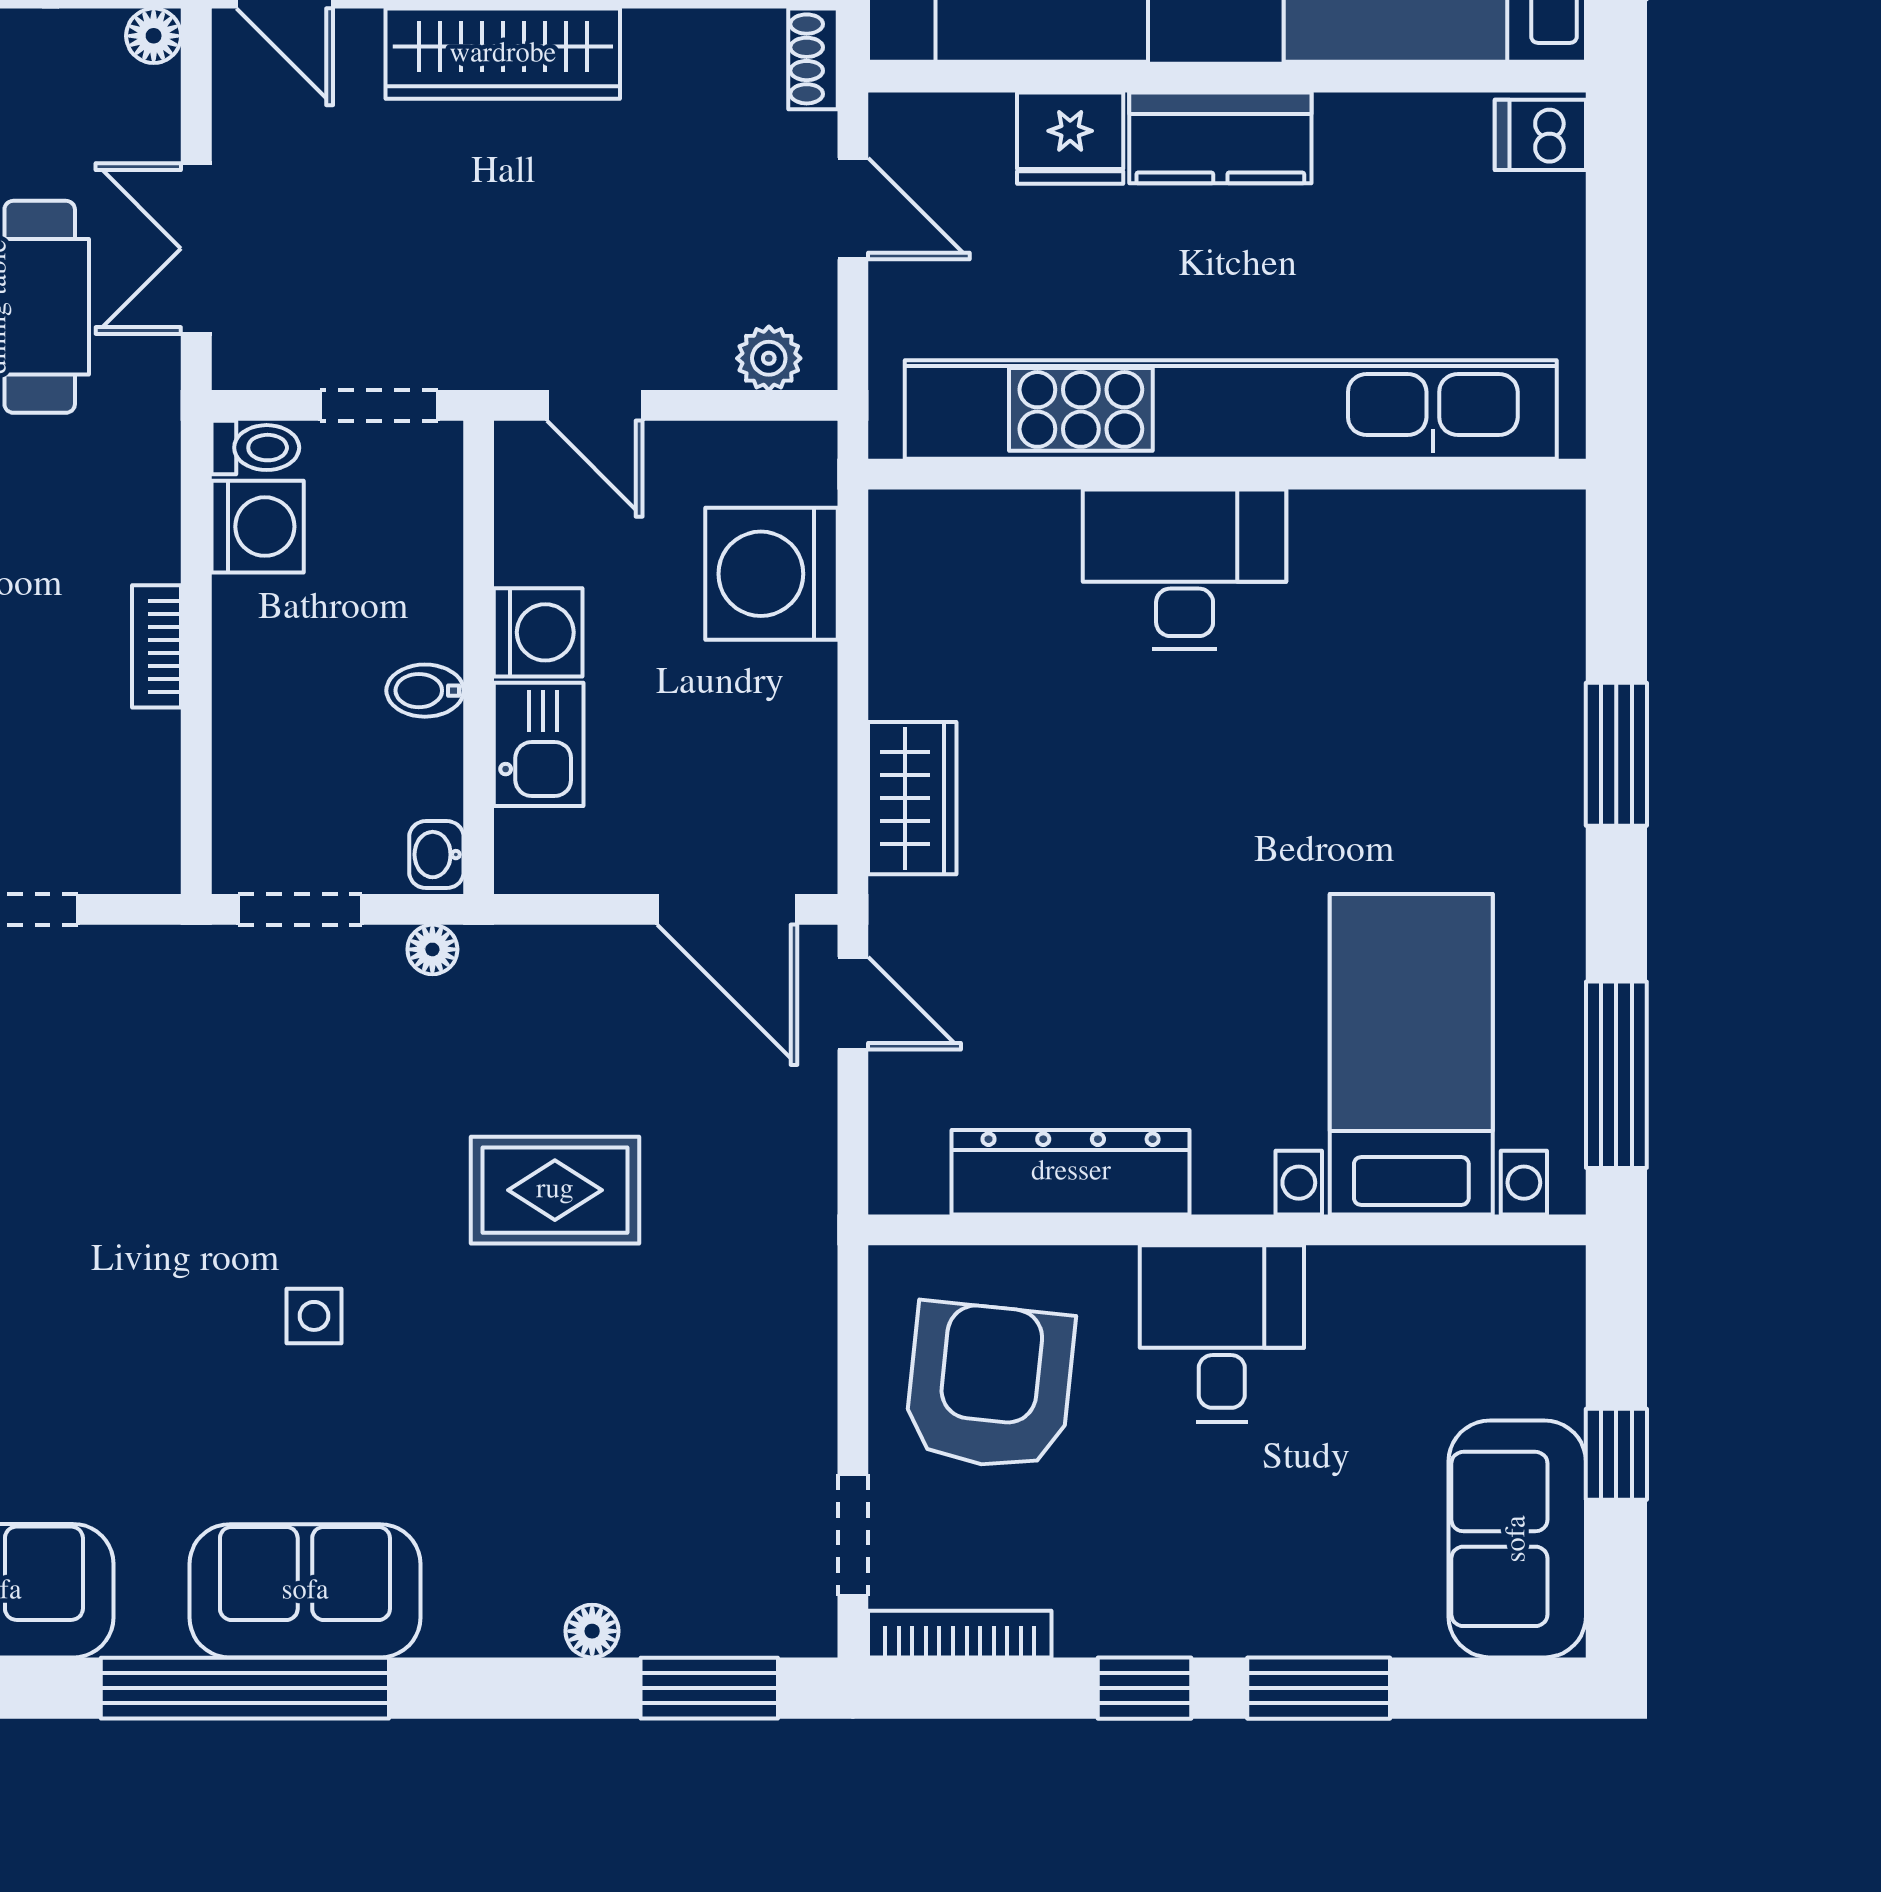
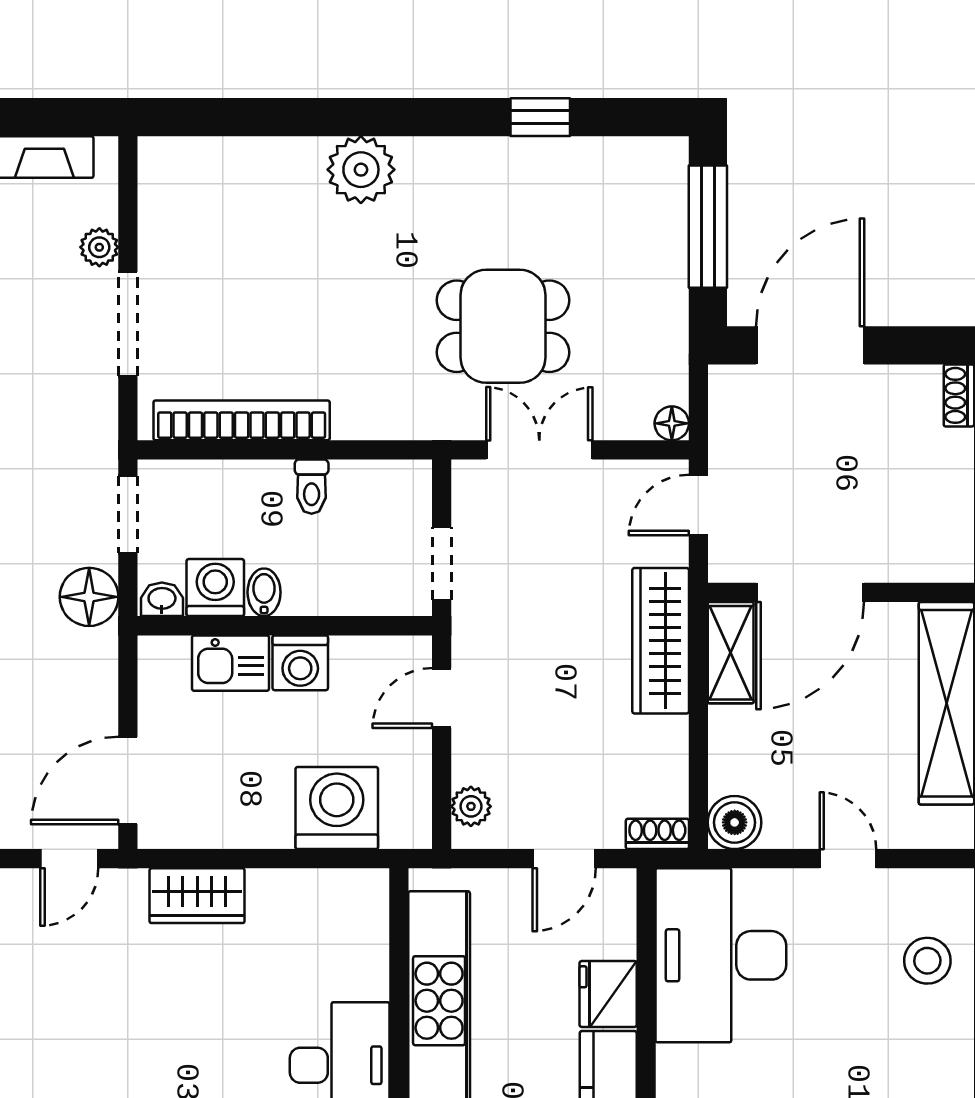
toilet: (255, 448) -> (312, 487), moved
washing machine: (258, 527) -> (215, 588), moved, turned 180
bookcase: (157, 646) -> (242, 420), width x2.31, depth x1.31
floor lamp: (432, 949) -> (89, 597), width x1.89, depth x1.89

